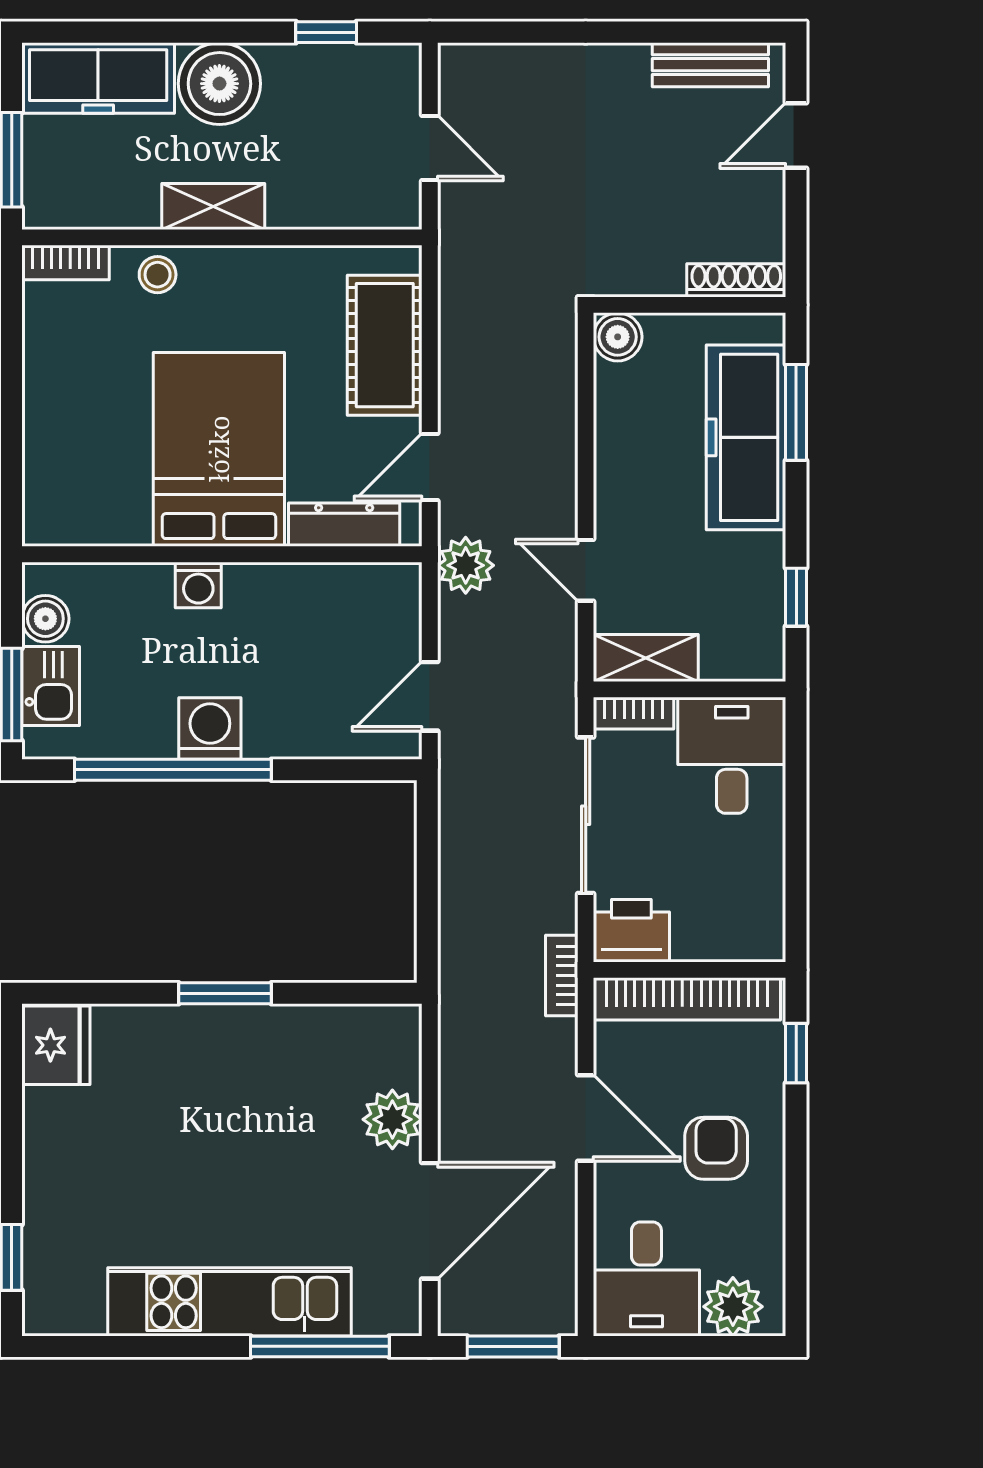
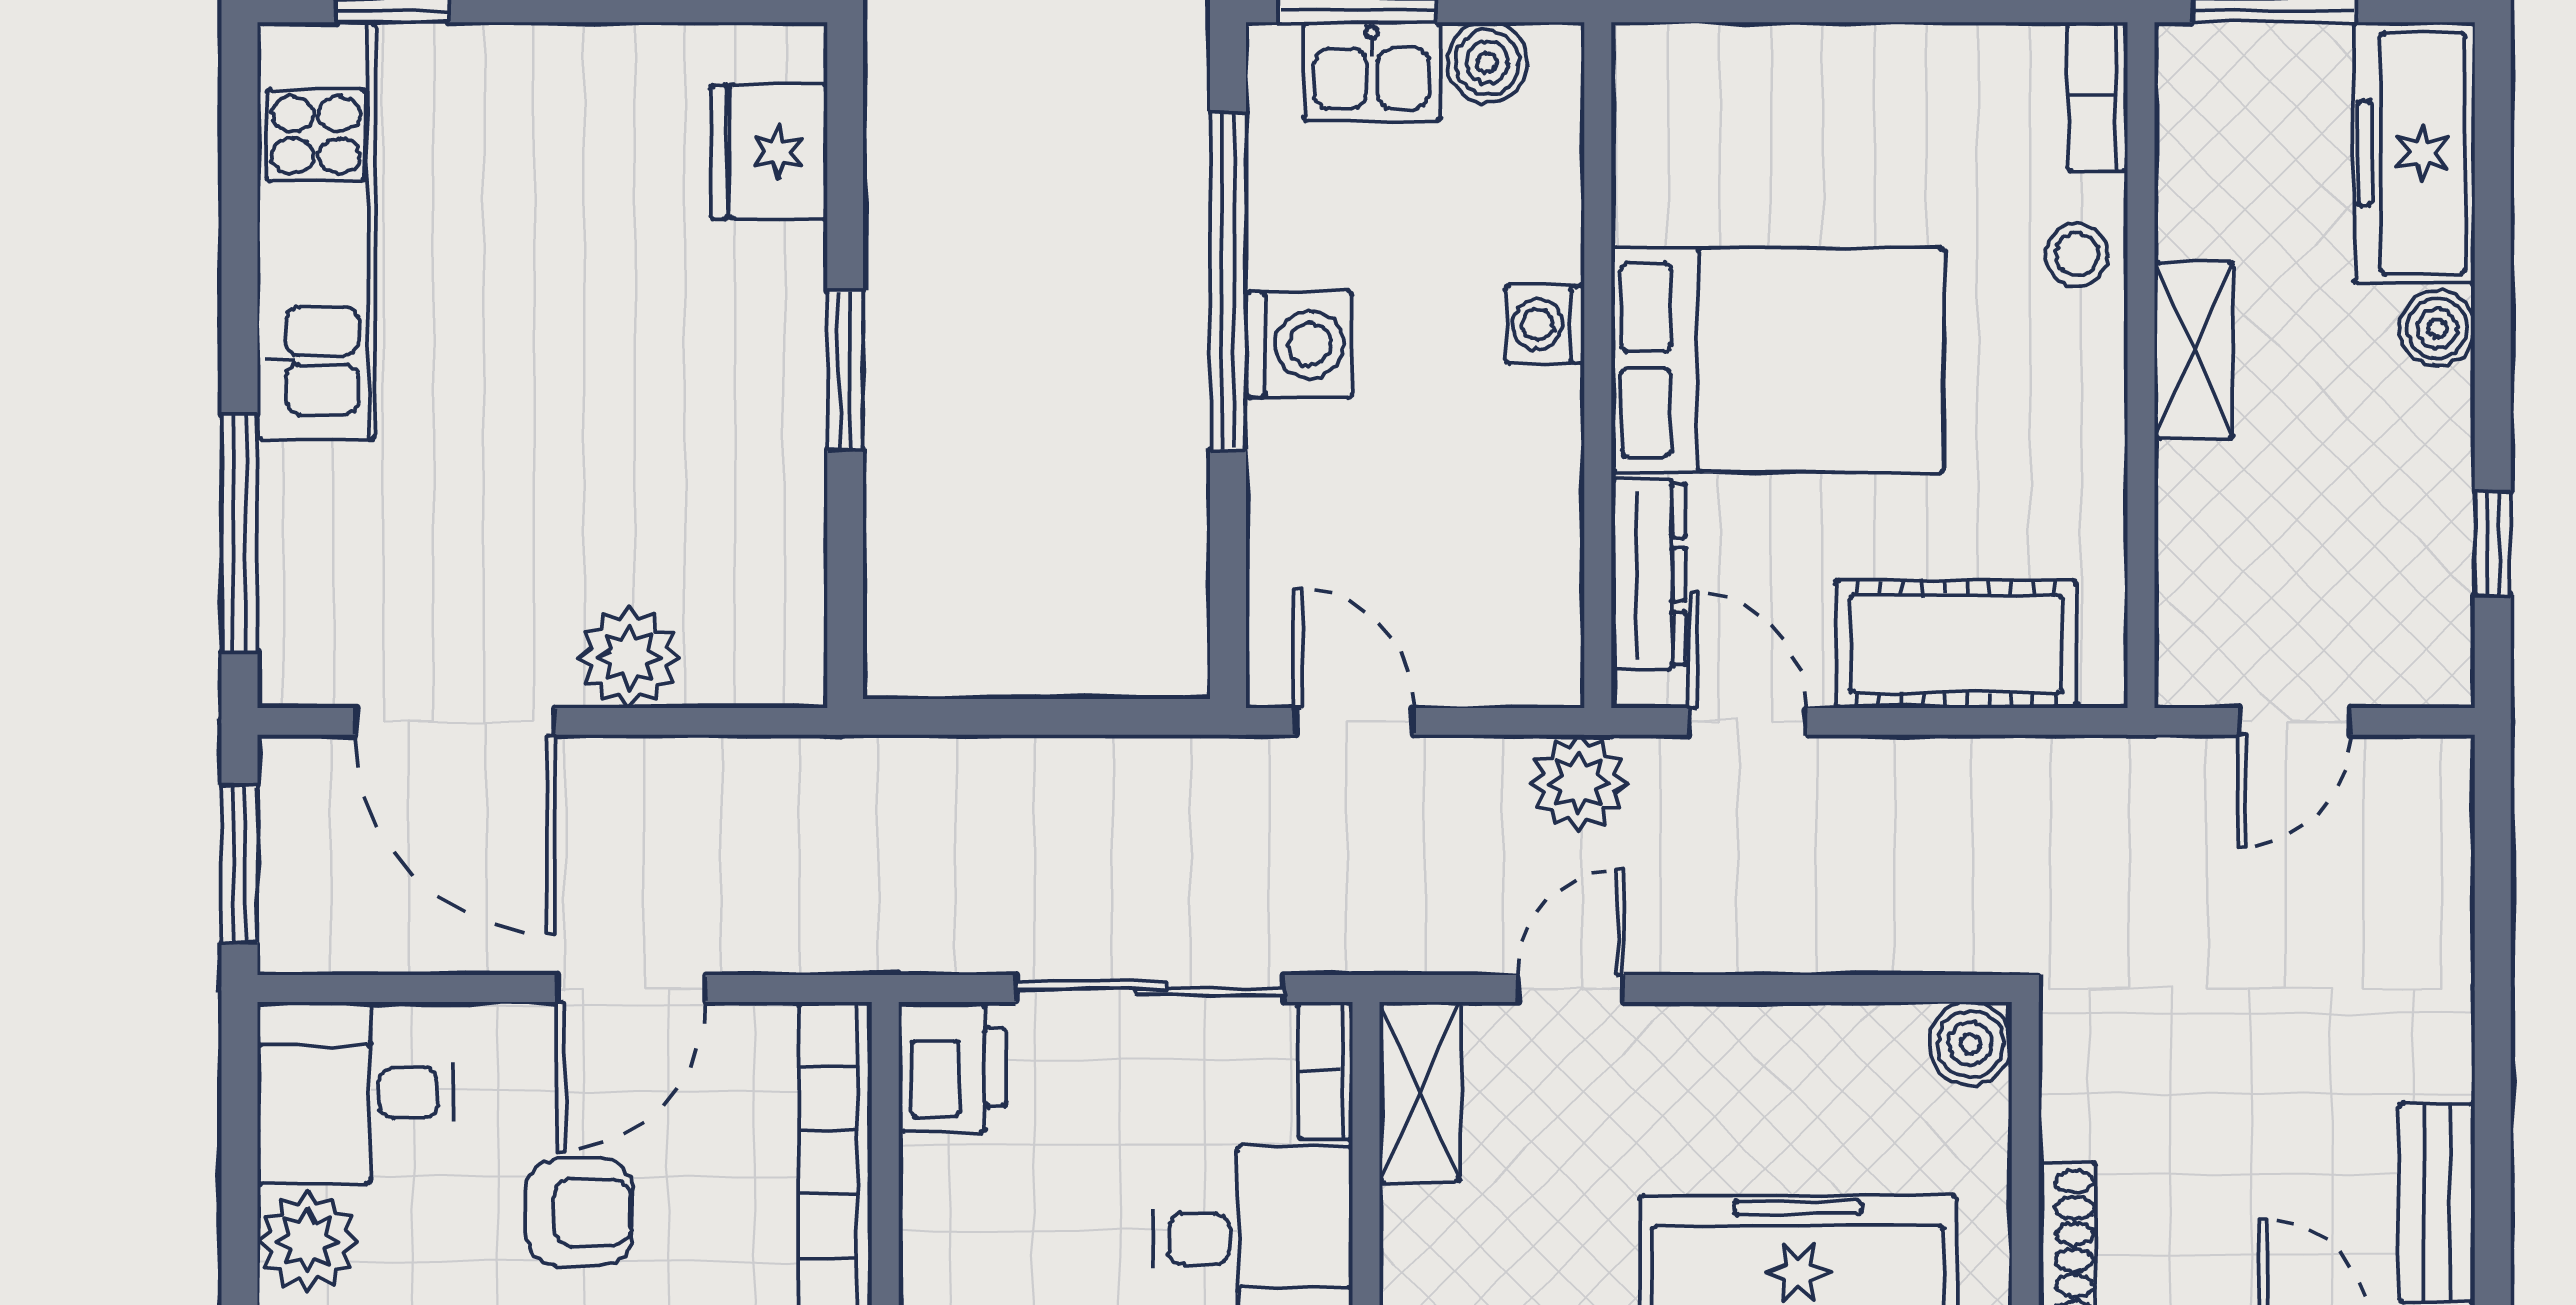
boiler: (219, 84) -> (2437, 328), width x0.54, depth x0.54
bookcase: (562, 976) -> (875, 948), removed
fridge: (56, 1045) -> (769, 152), moved, turned 90
kitchen unit: (230, 1302) -> (316, 231), moved

